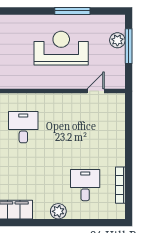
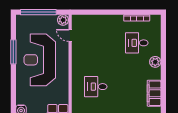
plant: (117, 40) -> (63, 20), moved
window: (129, 46) -> (38, 12), width x1.46
reception desk: (61, 48) -> (40, 60), width x1.36, depth x1.30

